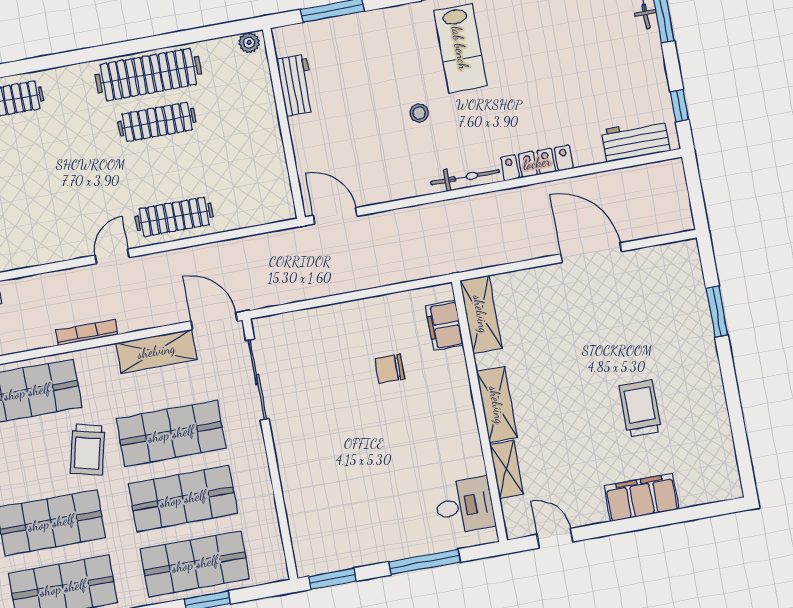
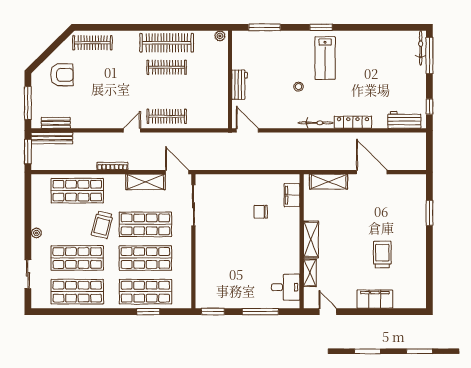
workbench: (296, 85) -> (240, 85), moved
shelving: (481, 314) -> (329, 182), moved, turned 90

